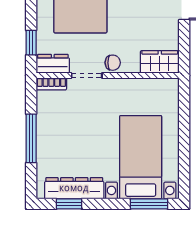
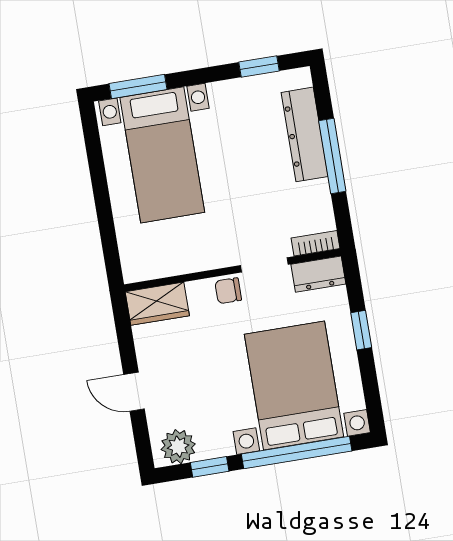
window: (31, 43) -> (361, 330), moved
dresser: (74, 188) -> (305, 134), moved, turned 90

